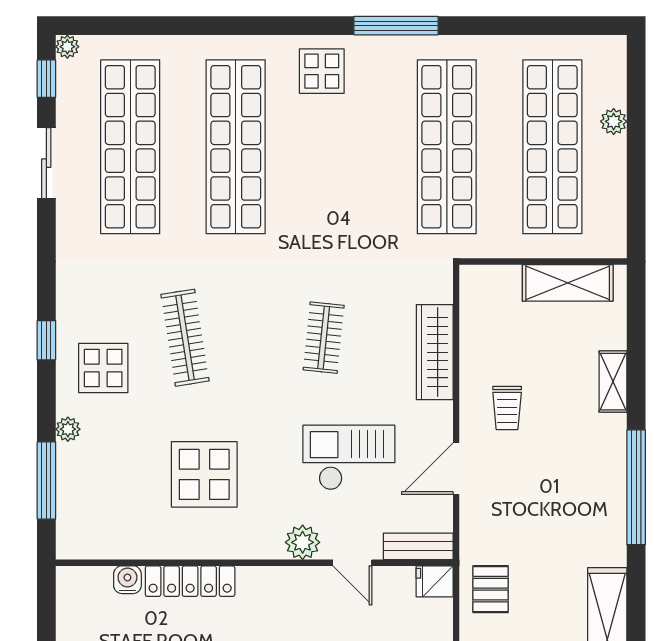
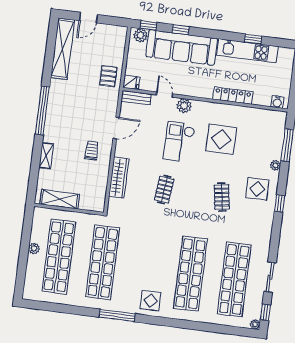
plant: (614, 121) -> (34, 248), moved
clothes rail: (185, 338) -> (222, 197), width x0.73
checkout: (349, 458) -> (179, 142), moved, turned 90
water cooler: (127, 580) -> (277, 102), moved

